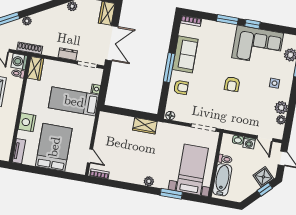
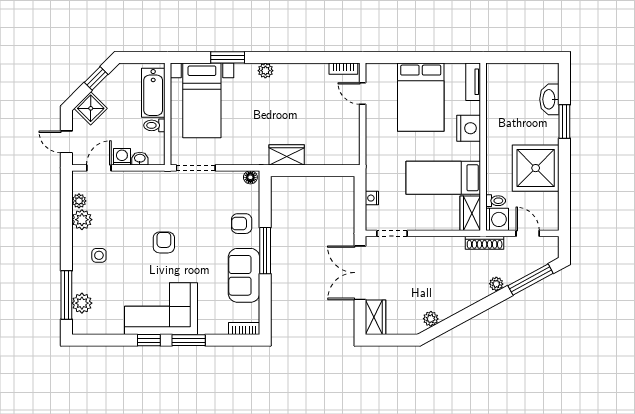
corner sofa: (258, 45) -> (161, 309), moved
dresser: (68, 54) -> (424, 244), removed
bed: (74, 101) -> (443, 178), moved, turned 180
door: (265, 138) -> (99, 168), hinge flipped
window: (265, 189) -> (96, 78), moved

